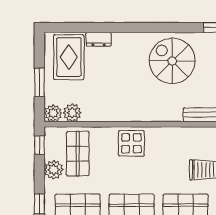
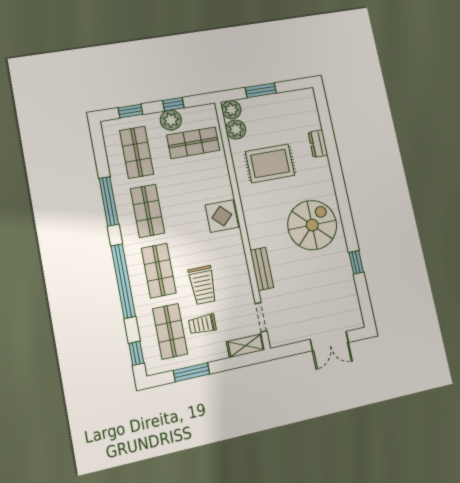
rug: (69, 57) -> (270, 163), moved
display table: (131, 143) -> (222, 216), moved
window: (39, 145) -> (173, 104), moved

